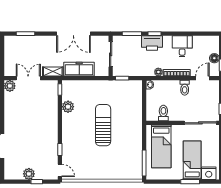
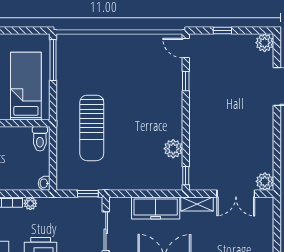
toilet: (163, 113) -> (40, 139), moved
sun lounger: (103, 125) -> (92, 128), moved
plant: (29, 174) -> (265, 43), moved

